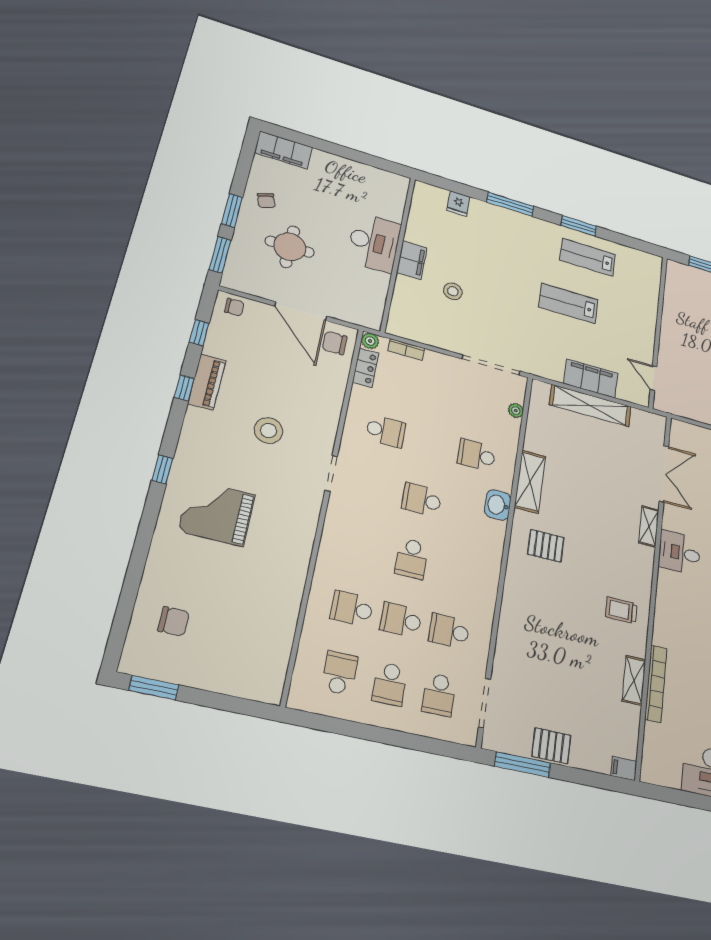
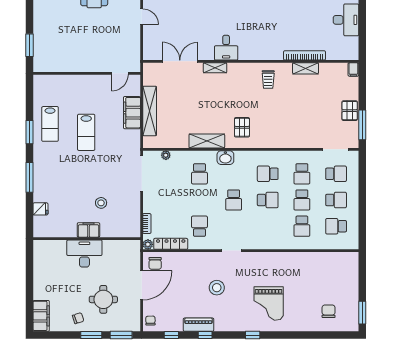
locker: (366, 368) -> (171, 244), width x1.53
school desk: (459, 570) -> (268, 174), added

